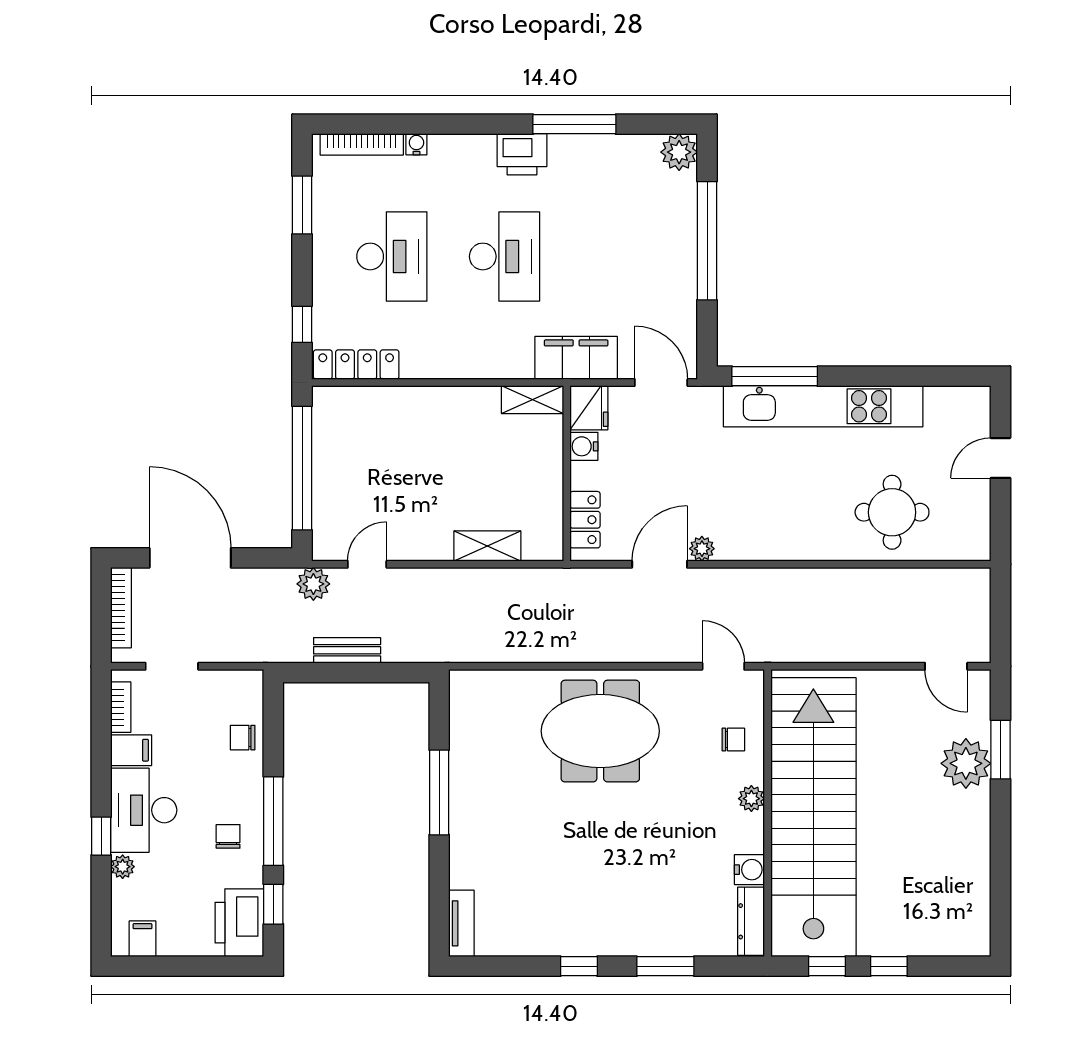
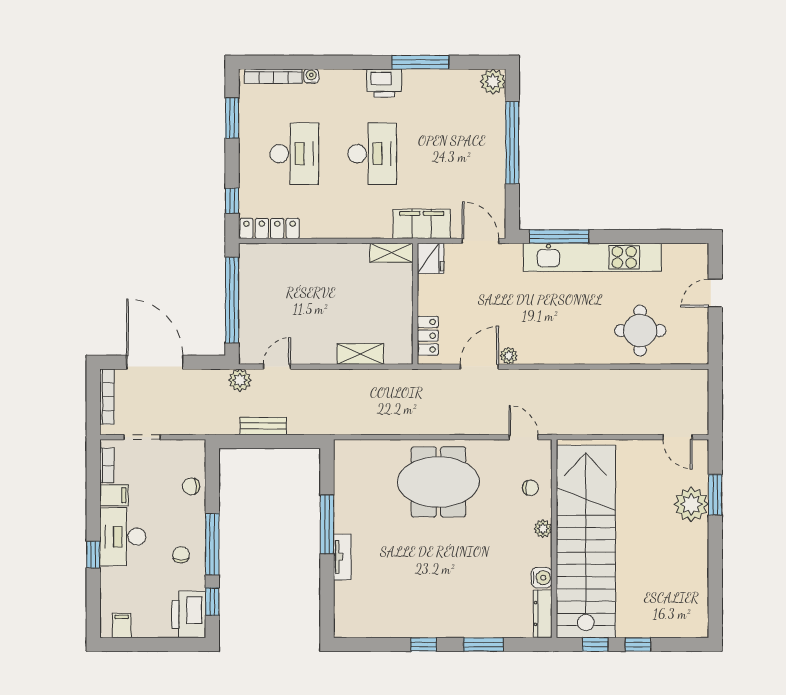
water cooler: (584, 446) -> (427, 285), removed
plant: (123, 867) -> (108, 576), removed
tv unit: (461, 923) -> (342, 557), moved

